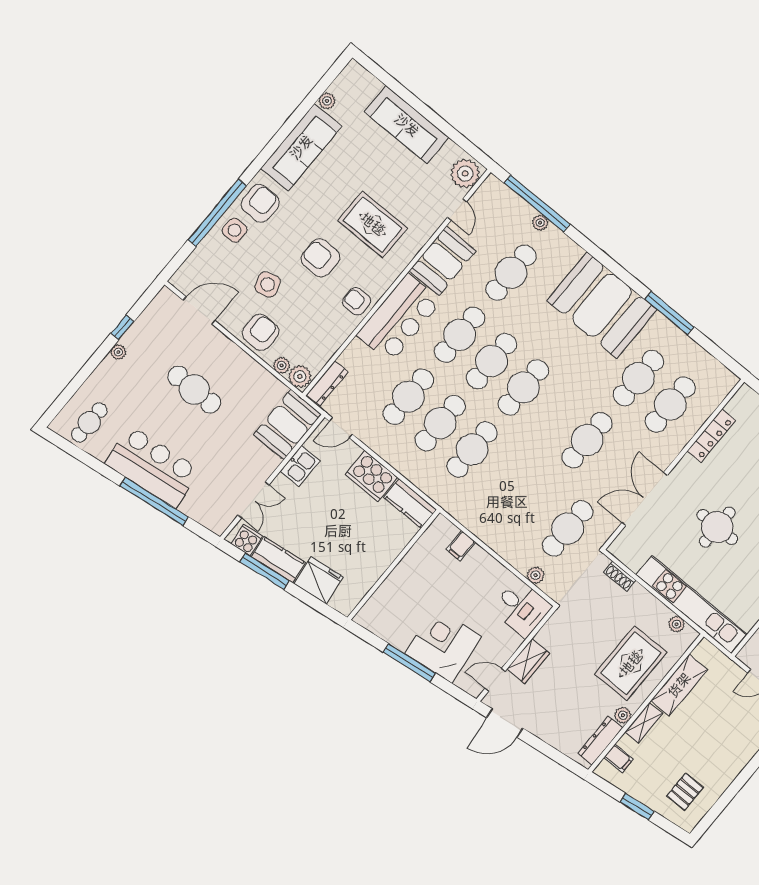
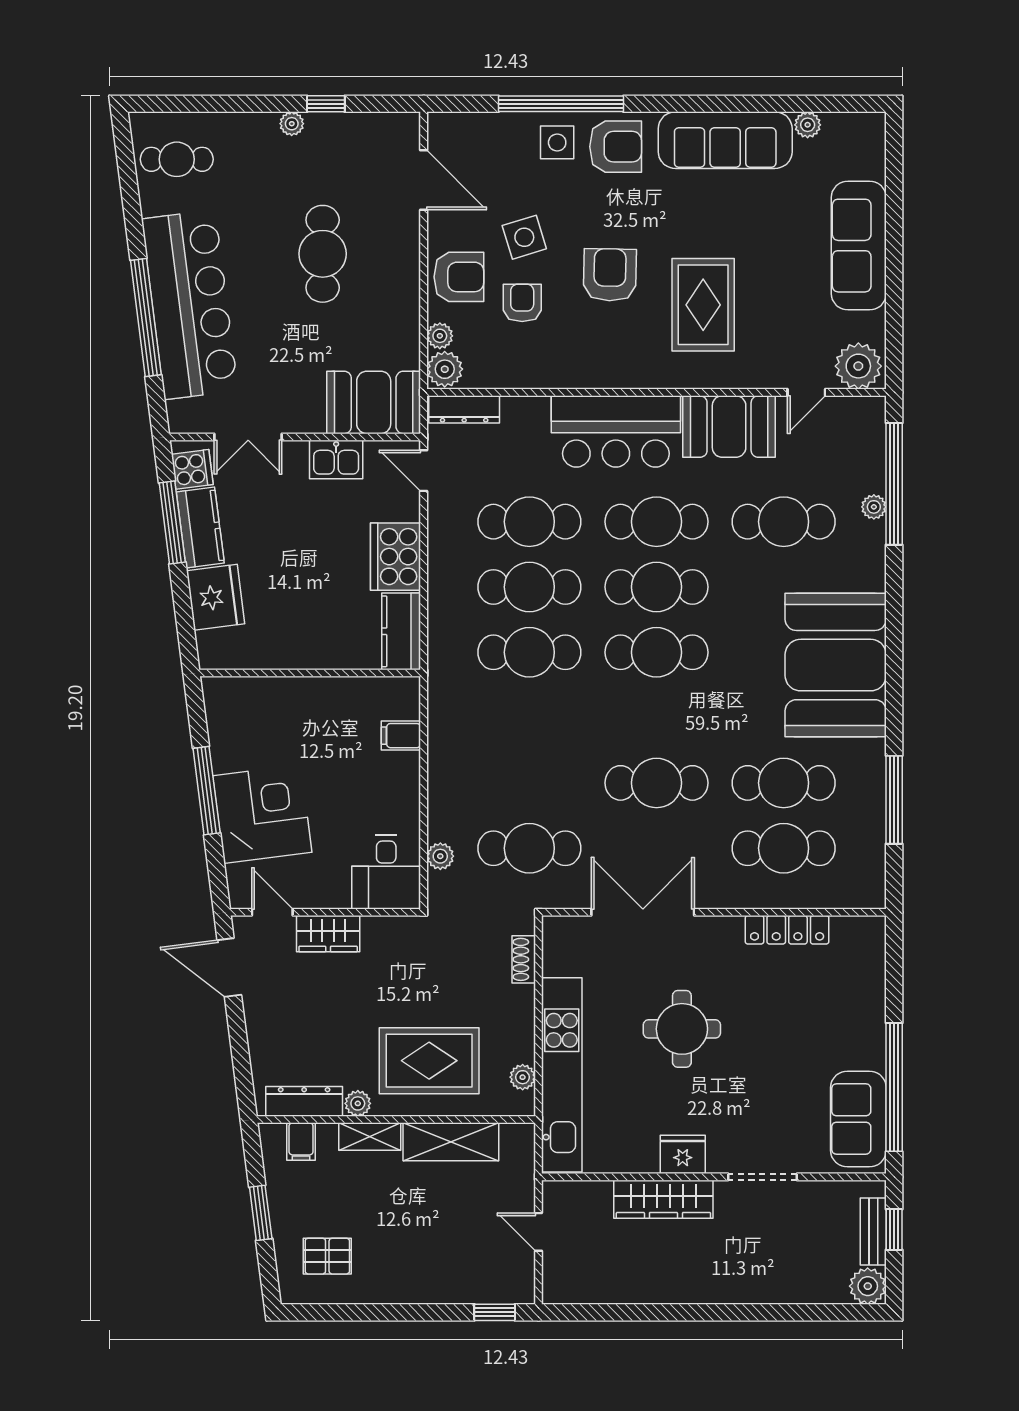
armchair: (357, 301) -> (522, 303), moved
window: (669, 313) -> (894, 800), moved
bar counter: (152, 467) -> (190, 305), width x1.36

